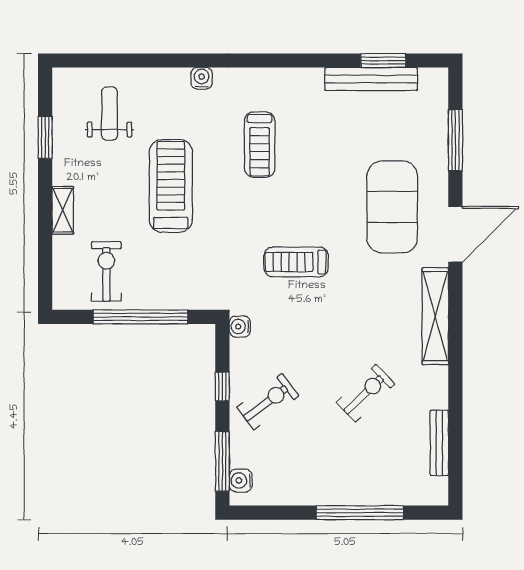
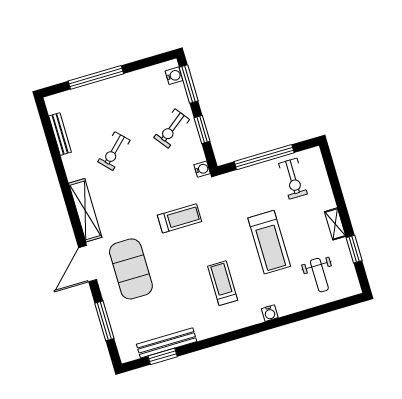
shelving: (63, 210) -> (335, 224), moved
window: (222, 386) -> (202, 130), width x1.50

